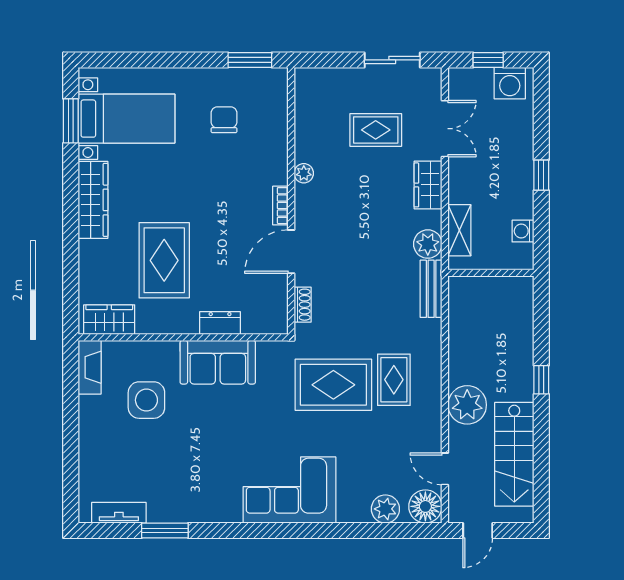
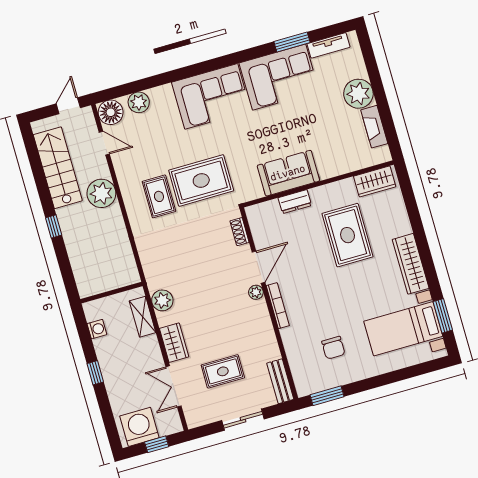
sliding door: (392, 60) -> (243, 420), moved
washing machine: (510, 83) -> (139, 427), width x1.37, depth x1.37
plant: (304, 173) -> (256, 292), moved
bookcase: (280, 206) -> (278, 306), width x1.56
bench: (431, 289) -> (280, 381), moved
fireplace: (90, 367) -> (374, 127), moved
side table: (146, 400) -> (332, 132), removed
plant: (98, 439) -> (358, 94), added
corner sofa: (195, 490) -> (279, 77), added

